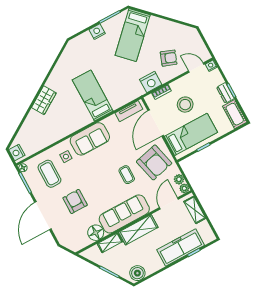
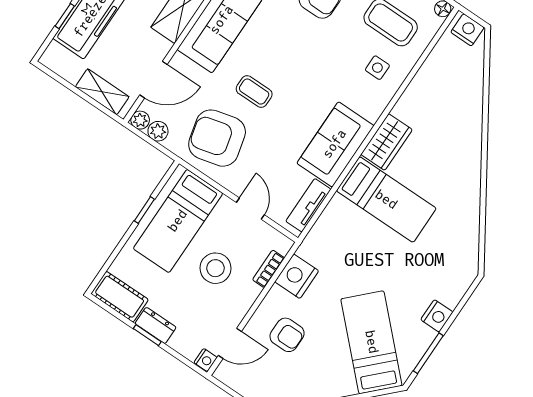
armchair: (169, 58) -> (287, 335), turned -110
wardrobe: (44, 100) -> (387, 142), moved, turned -147
door: (156, 123) -> (250, 209), width x0.53
sofa: (90, 139) -> (335, 144), moved
door: (169, 203) -> (154, 80), hinge flipped

